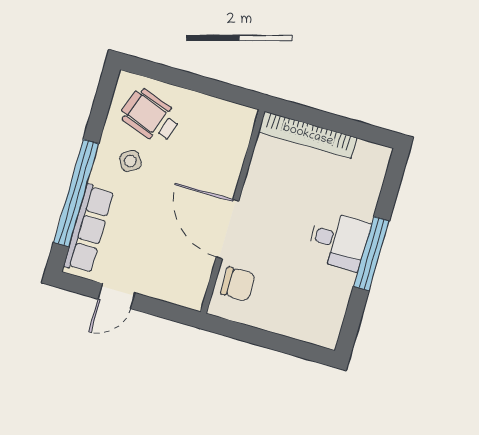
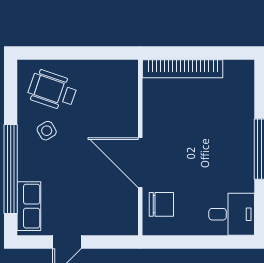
row of seats: (89, 229) -> (29, 206), width x0.68
desk: (338, 241) -> (232, 214), moved

